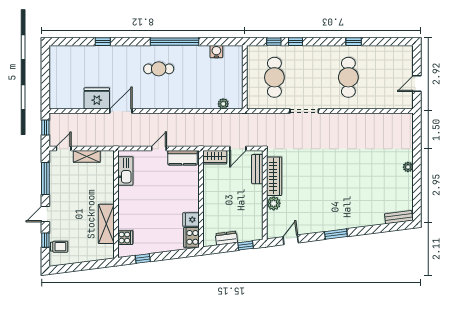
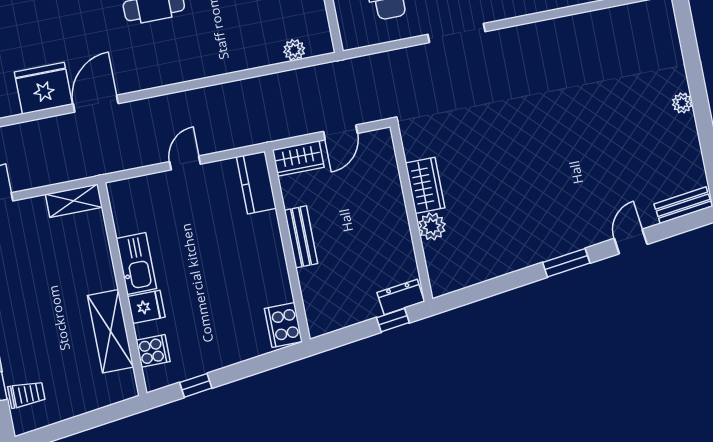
shelving: (87, 156) -> (74, 201), moved
kitchen counter: (183, 158) -> (256, 183), moved, turned 90
bench: (257, 169) -> (301, 237), moved
kitchen sink: (125, 171) -> (136, 263), moved
wardrobe: (274, 176) -> (425, 185), width x0.67
fridge: (191, 220) -> (146, 307), moved, turned 180
dresser: (226, 238) -> (401, 297), moved
door: (291, 240) -> (631, 241), moved

